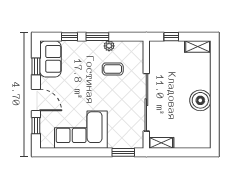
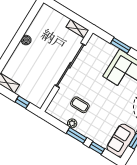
boiler: (200, 100) -> (26, 40), width x0.54, depth x0.54
window: (123, 152) -> (121, 45), moved

